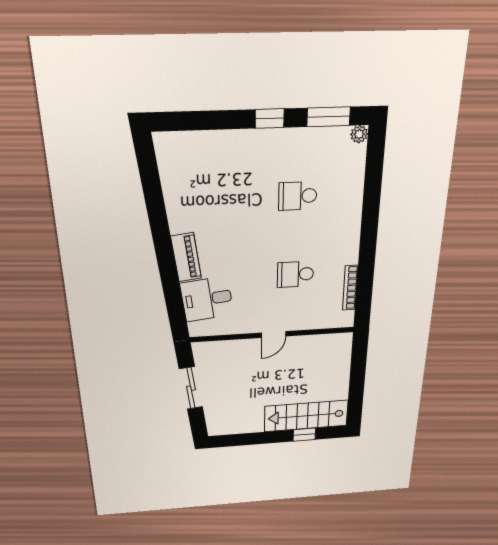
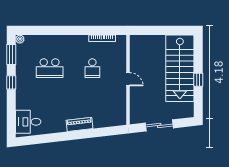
school desk: (298, 196) -> (50, 68), width x1.85
desk: (207, 299) -> (28, 122), moved, turned 97
stairs: (306, 416) -> (180, 68), width x1.36, depth x1.51
window: (304, 435) -> (198, 80), moved

